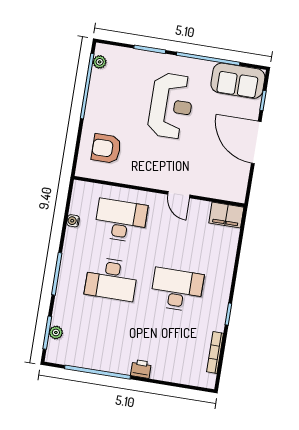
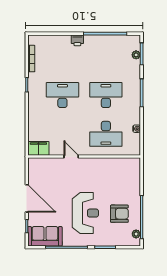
reception desk: (171, 106) -> (85, 213), turned 180
armchair: (106, 148) -> (119, 214), moved
desk: (177, 290) -> (62, 95), turned 180

